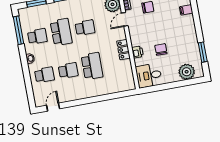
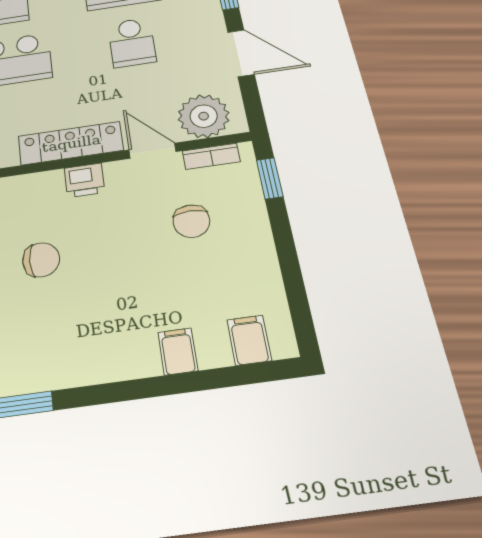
locker: (123, 50) -> (71, 143), width x1.53
printer: (137, 52) -> (84, 180), moved

